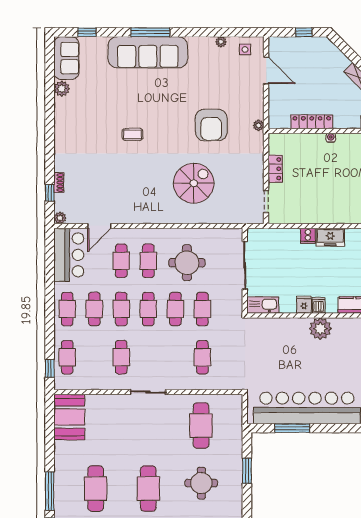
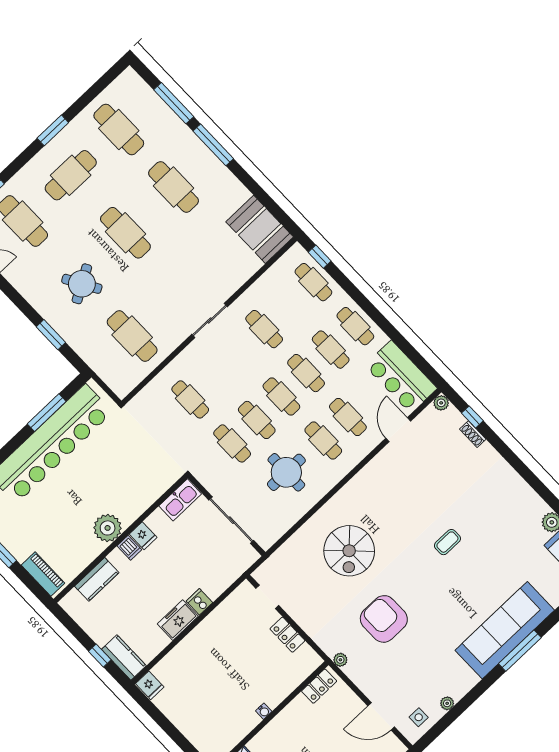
locker: (312, 122) -> (319, 686), moved, width x0.66
round table: (201, 483) -> (82, 284), turned -30

